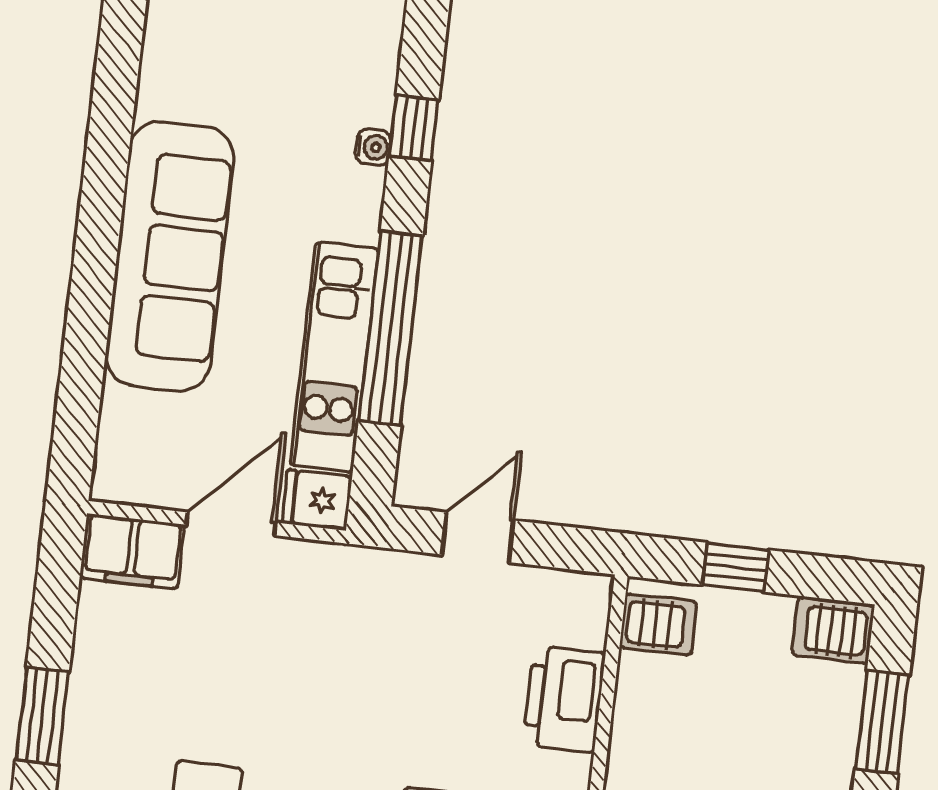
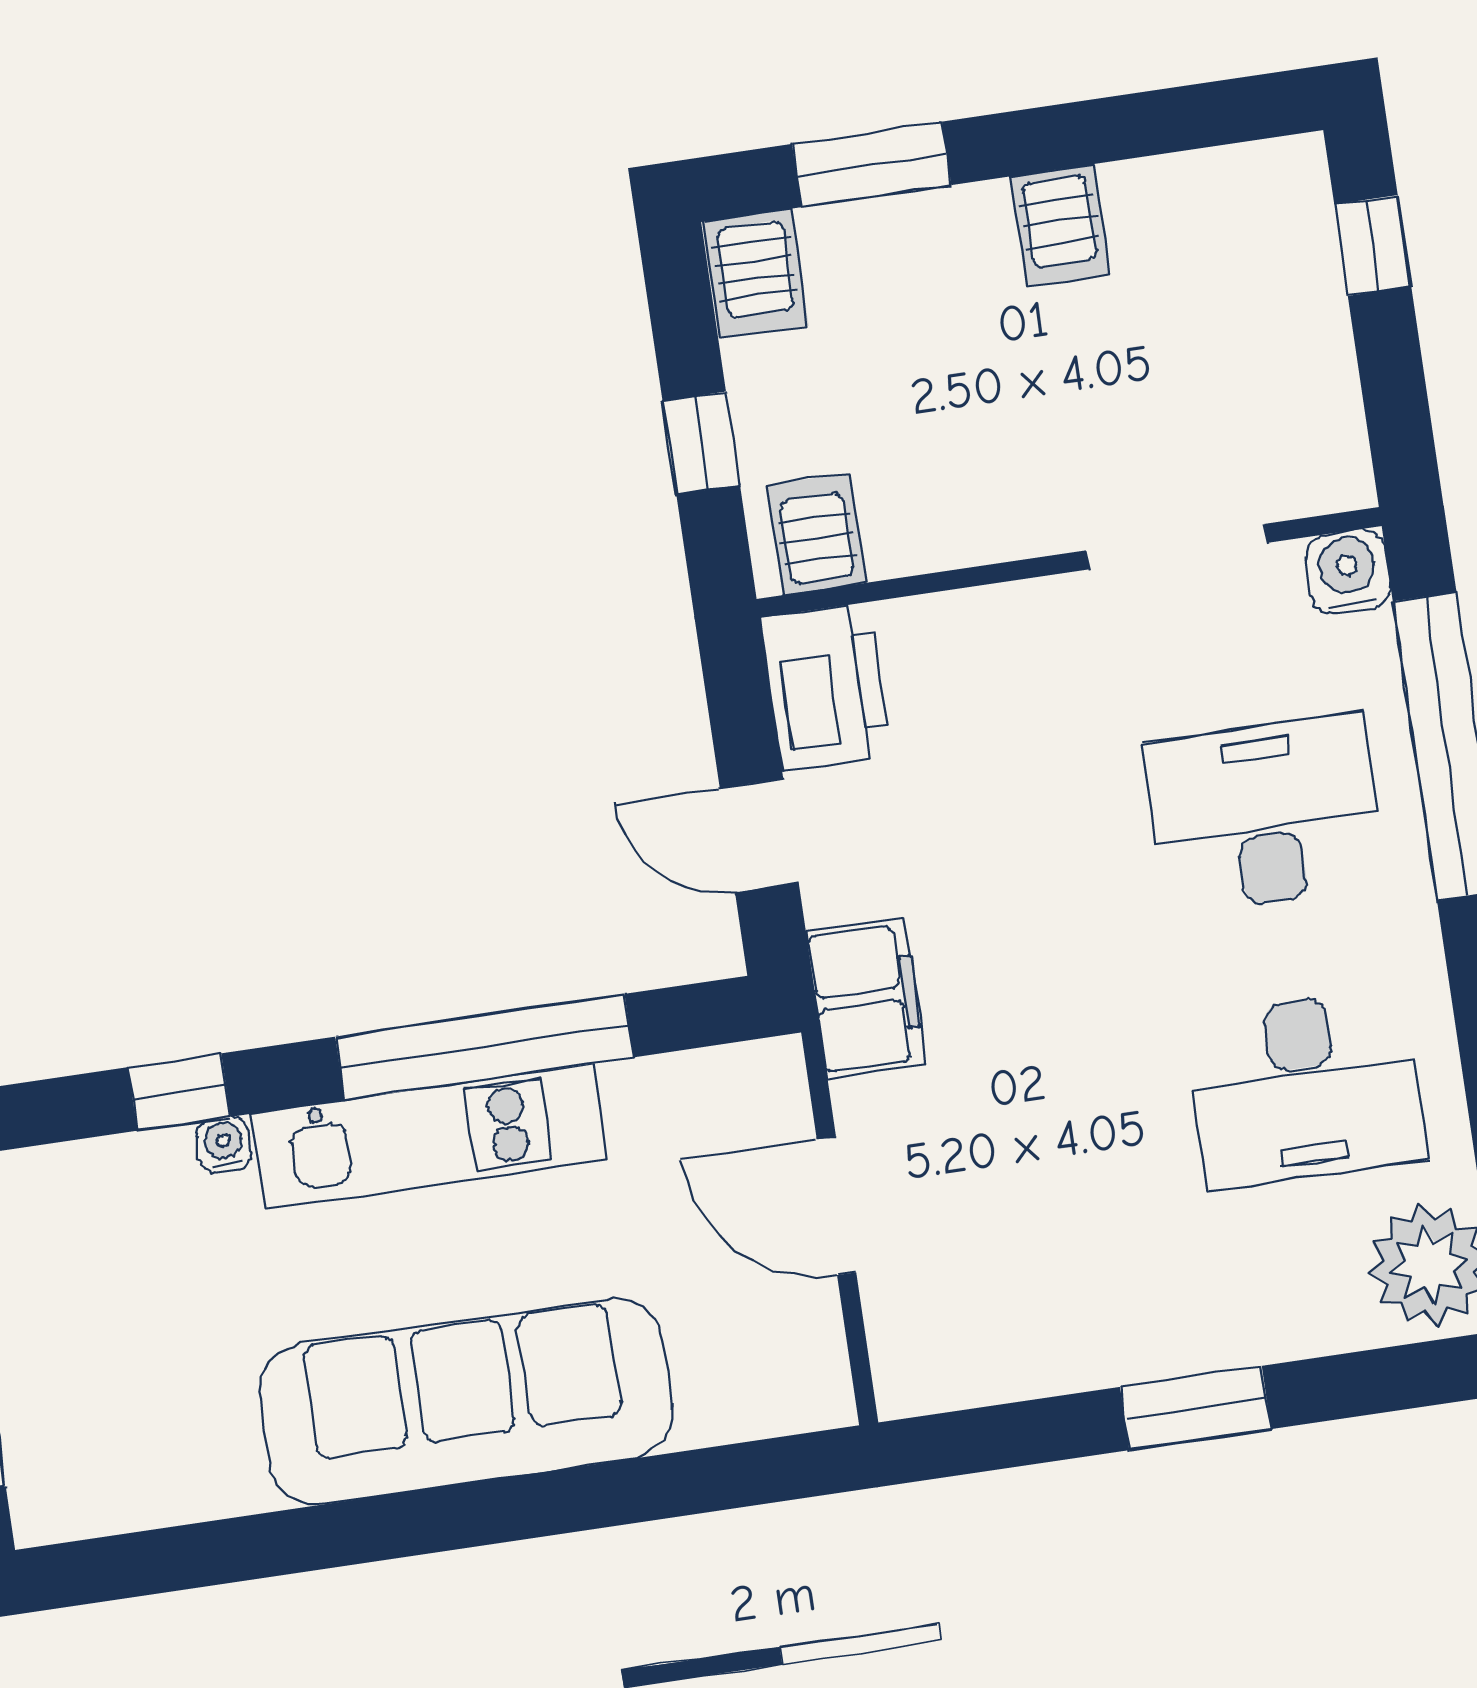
kitchen unit: (334, 357) -> (430, 1136), moved
fridge: (317, 500) -> (767, 1088), removed
filing cabinet: (132, 551) -> (866, 998), moved
printer: (564, 699) -> (826, 686), moved, turned -90

